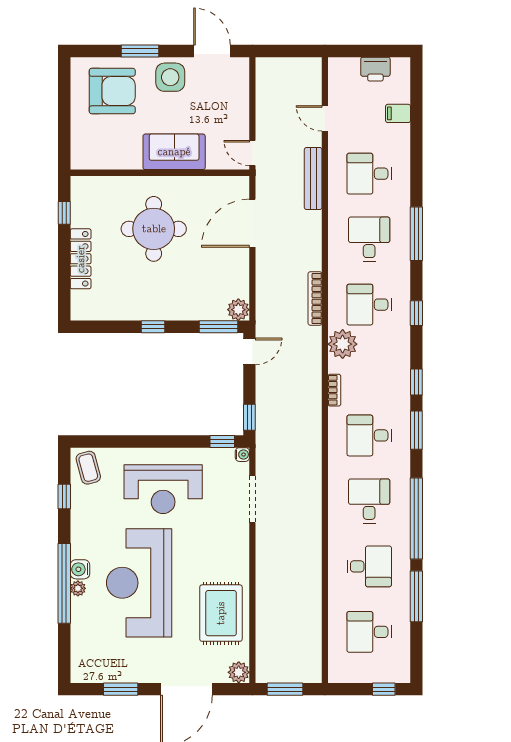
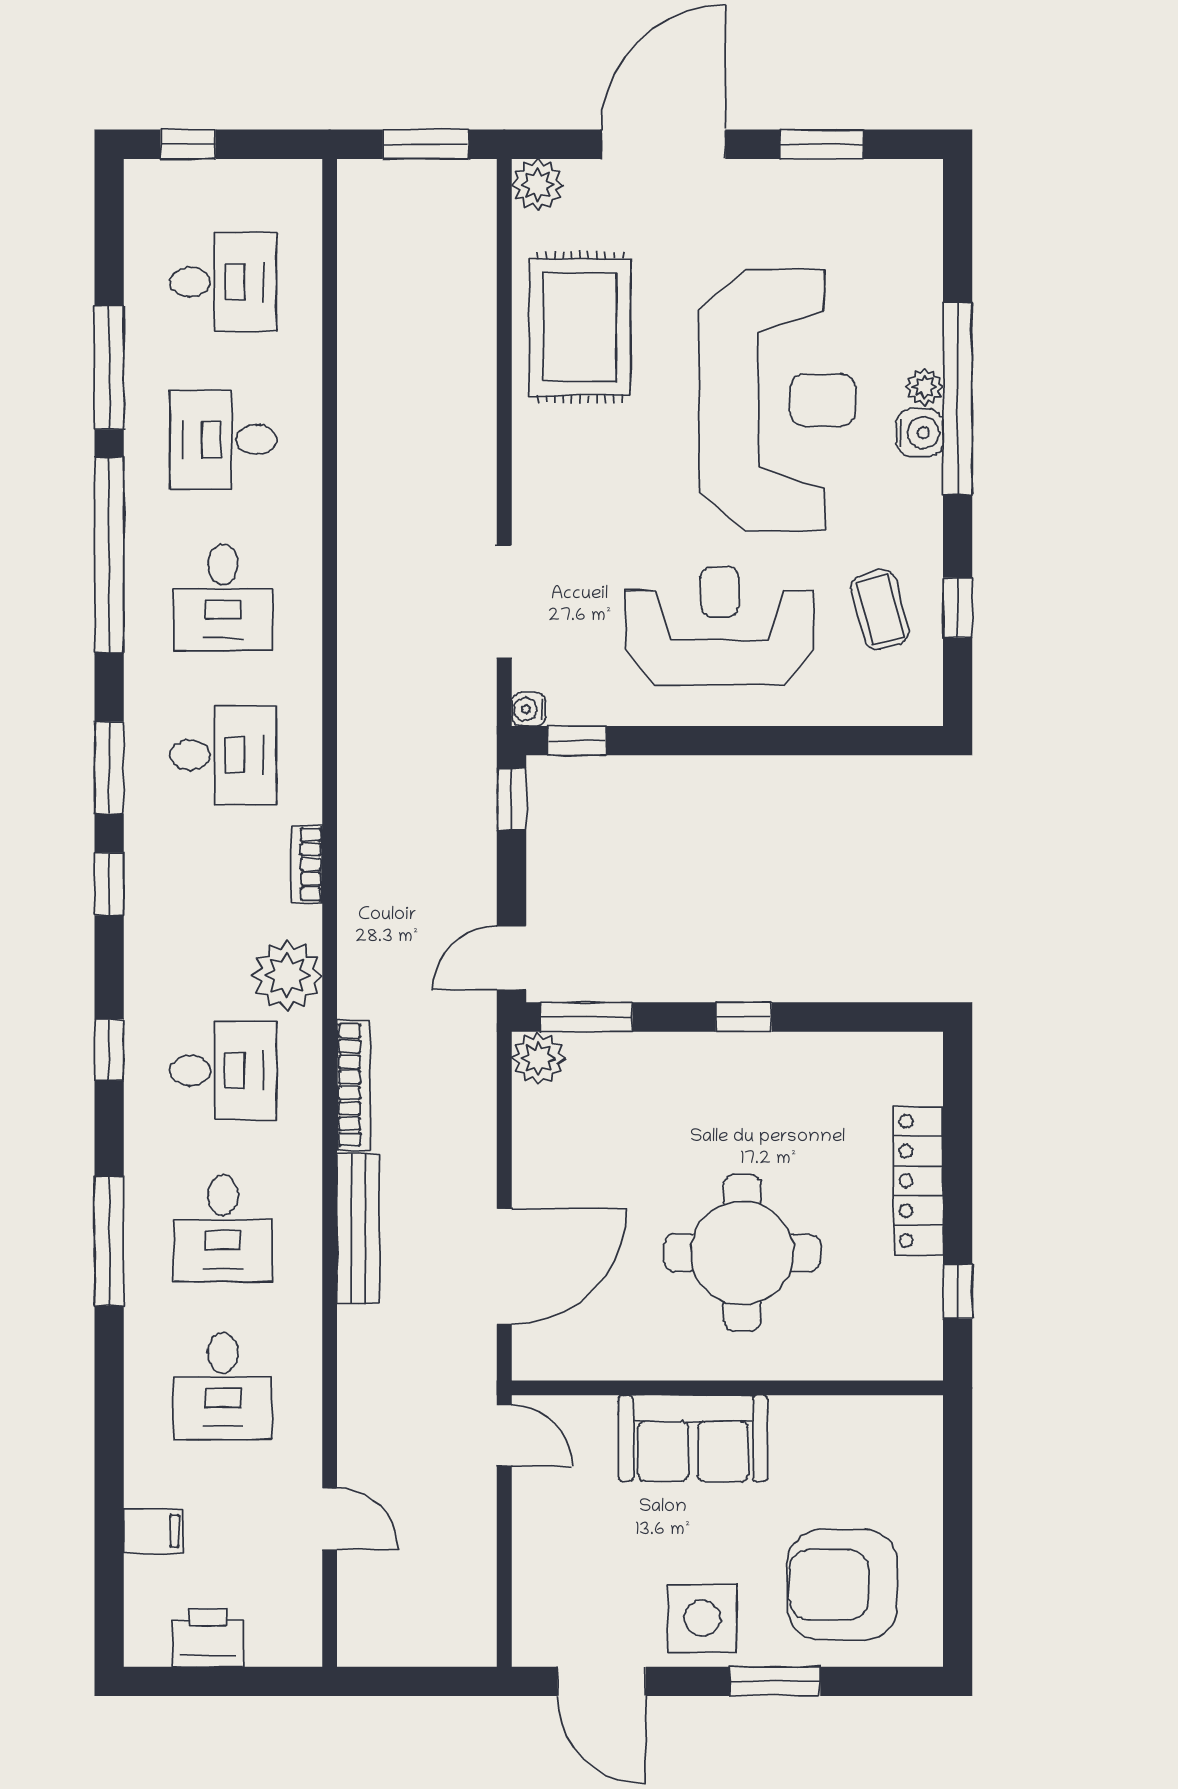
desk: (369, 174) -> (223, 1386), turned 90
bench: (313, 178) -> (358, 1229), moved
coffee table: (88, 468) -> (880, 609), moved

